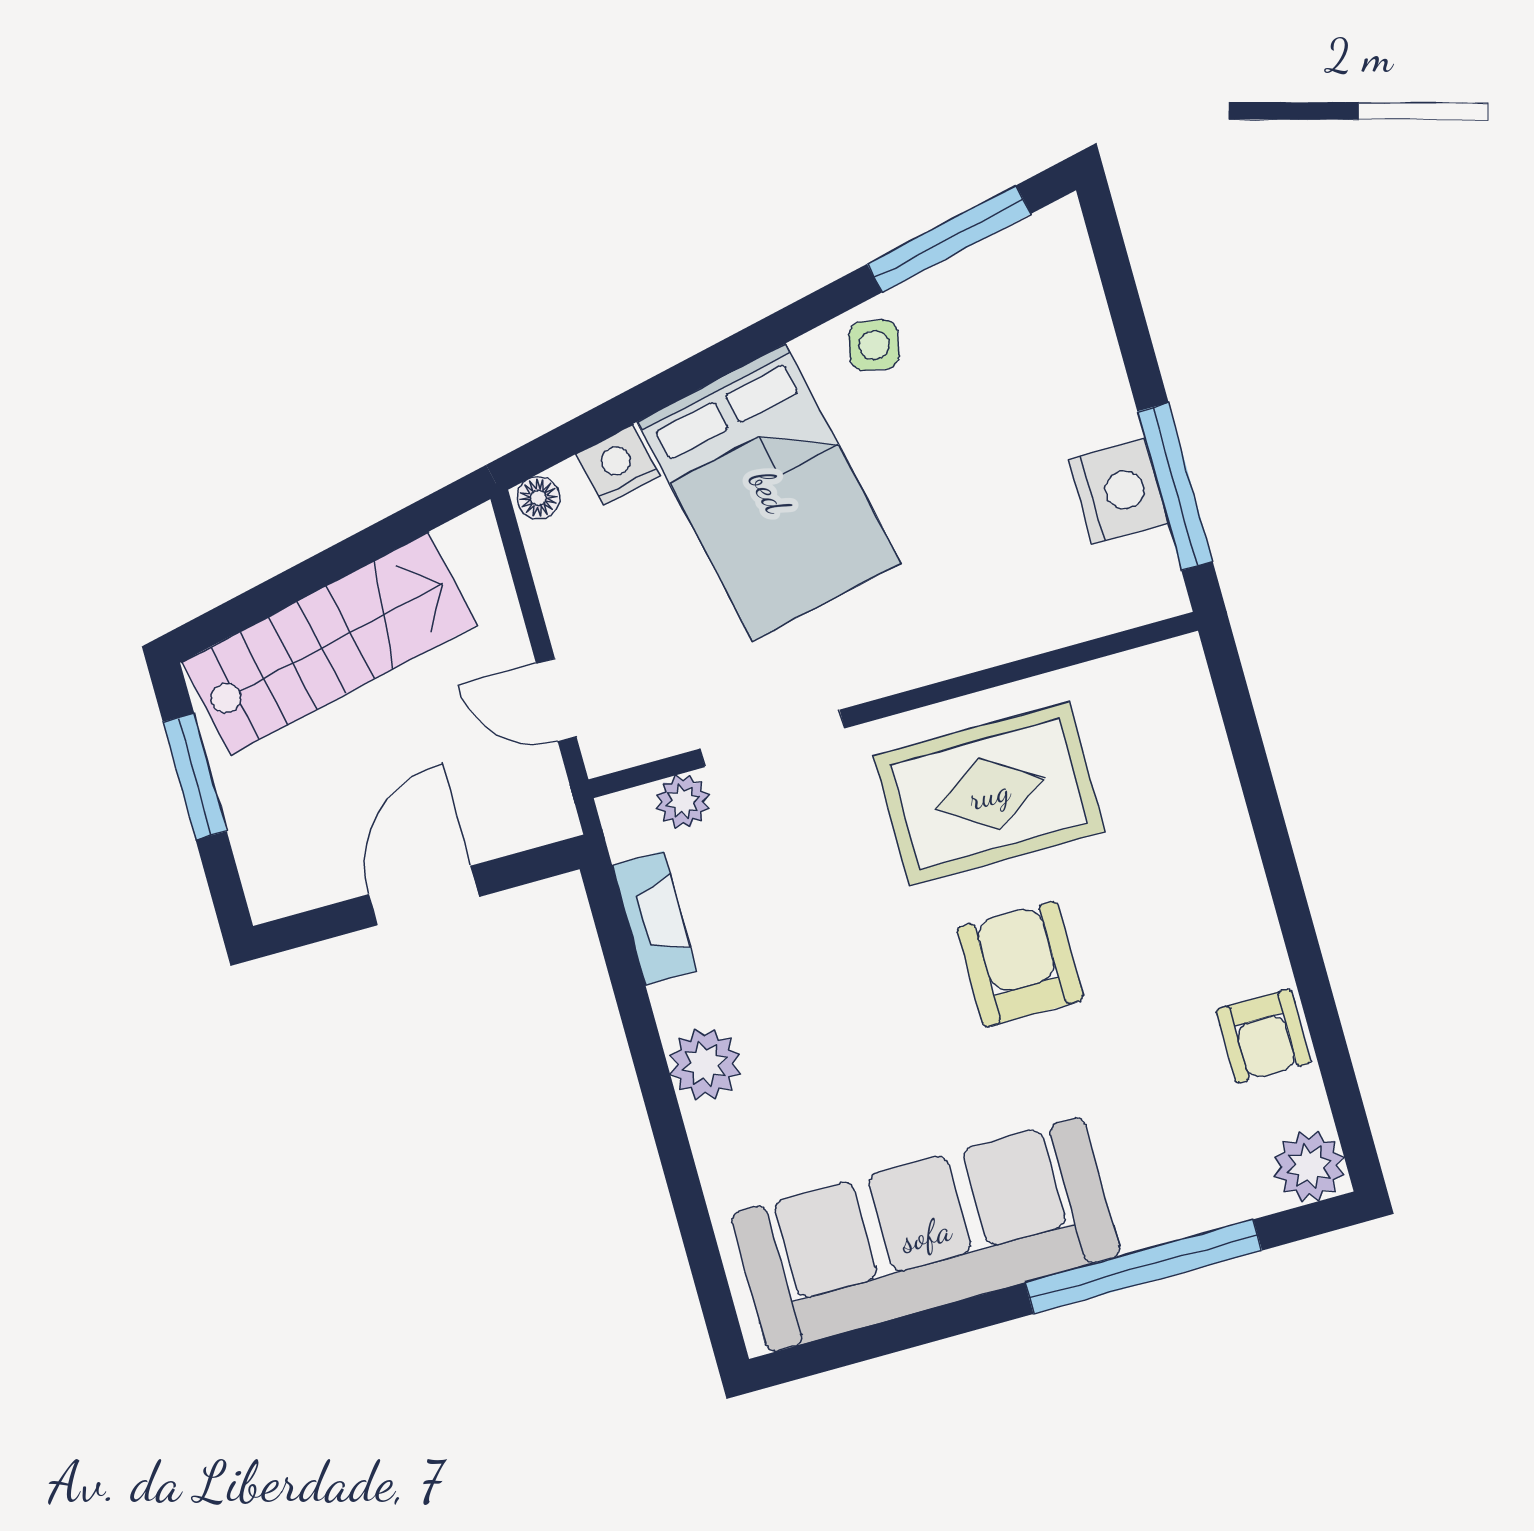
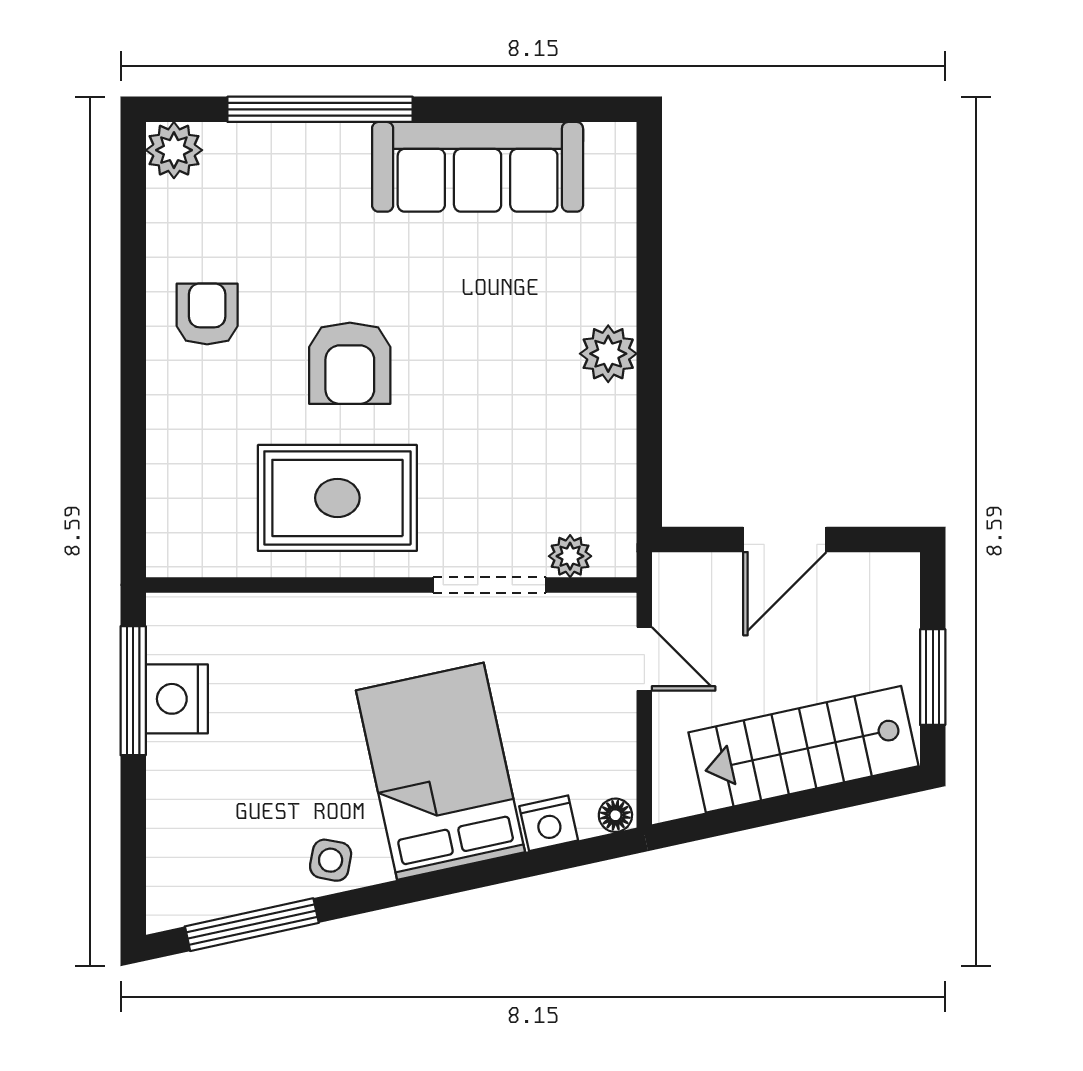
fireplace: (654, 918) -> (616, 474), removed
armchair: (1263, 1036) -> (207, 314), moved
sofa: (926, 1235) -> (478, 167), width x0.74, depth x0.79

